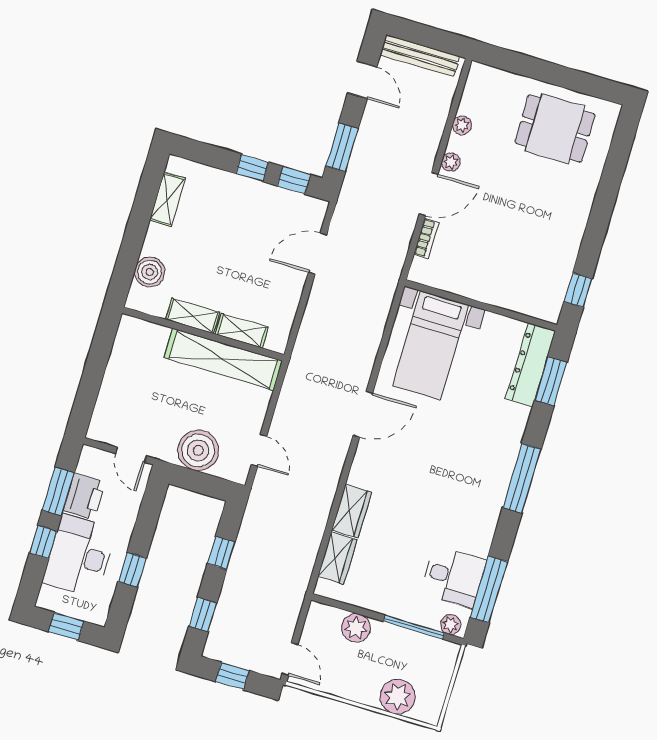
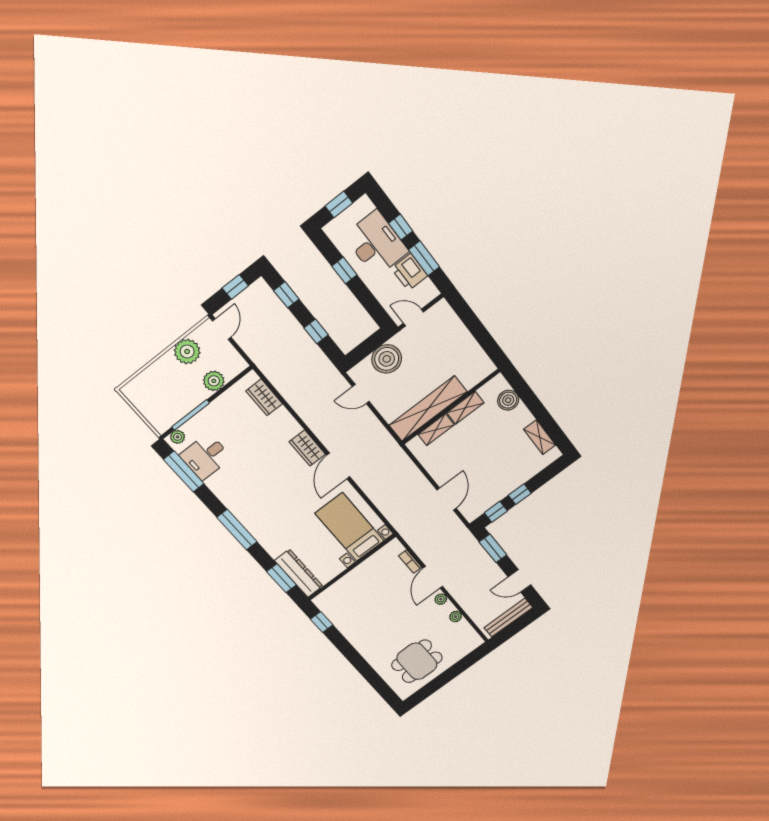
wardrobe: (352, 511) -> (307, 448), moved
door: (290, 659) -> (222, 329), swing flipped
plant: (398, 697) -> (187, 351), moved

